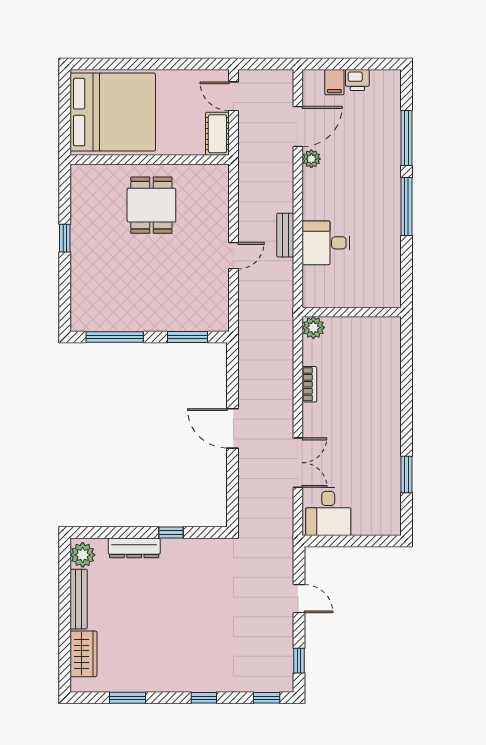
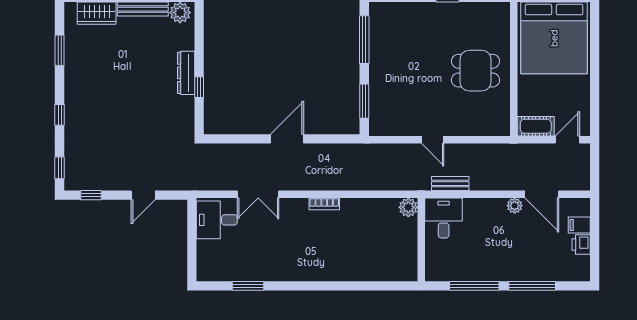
wall: (352, 312) -> (421, 240), moved
plant: (313, 328) -> (408, 207), moved
dresser: (134, 548) -> (186, 73), moved

